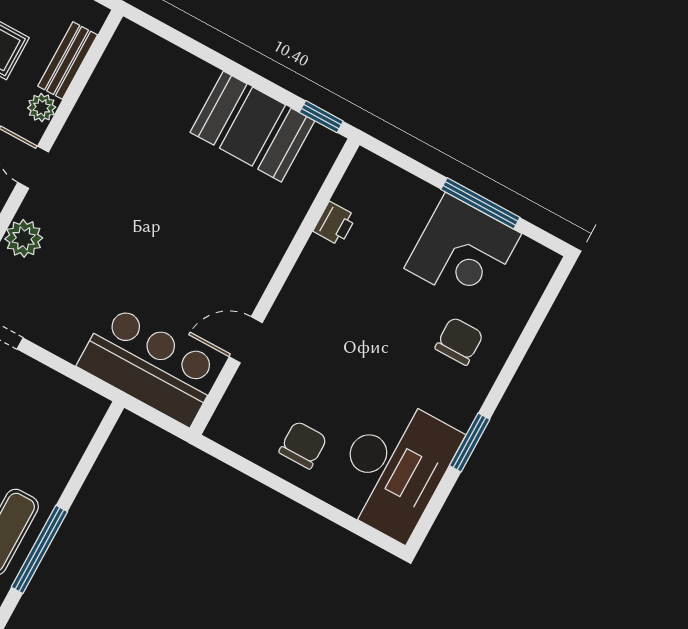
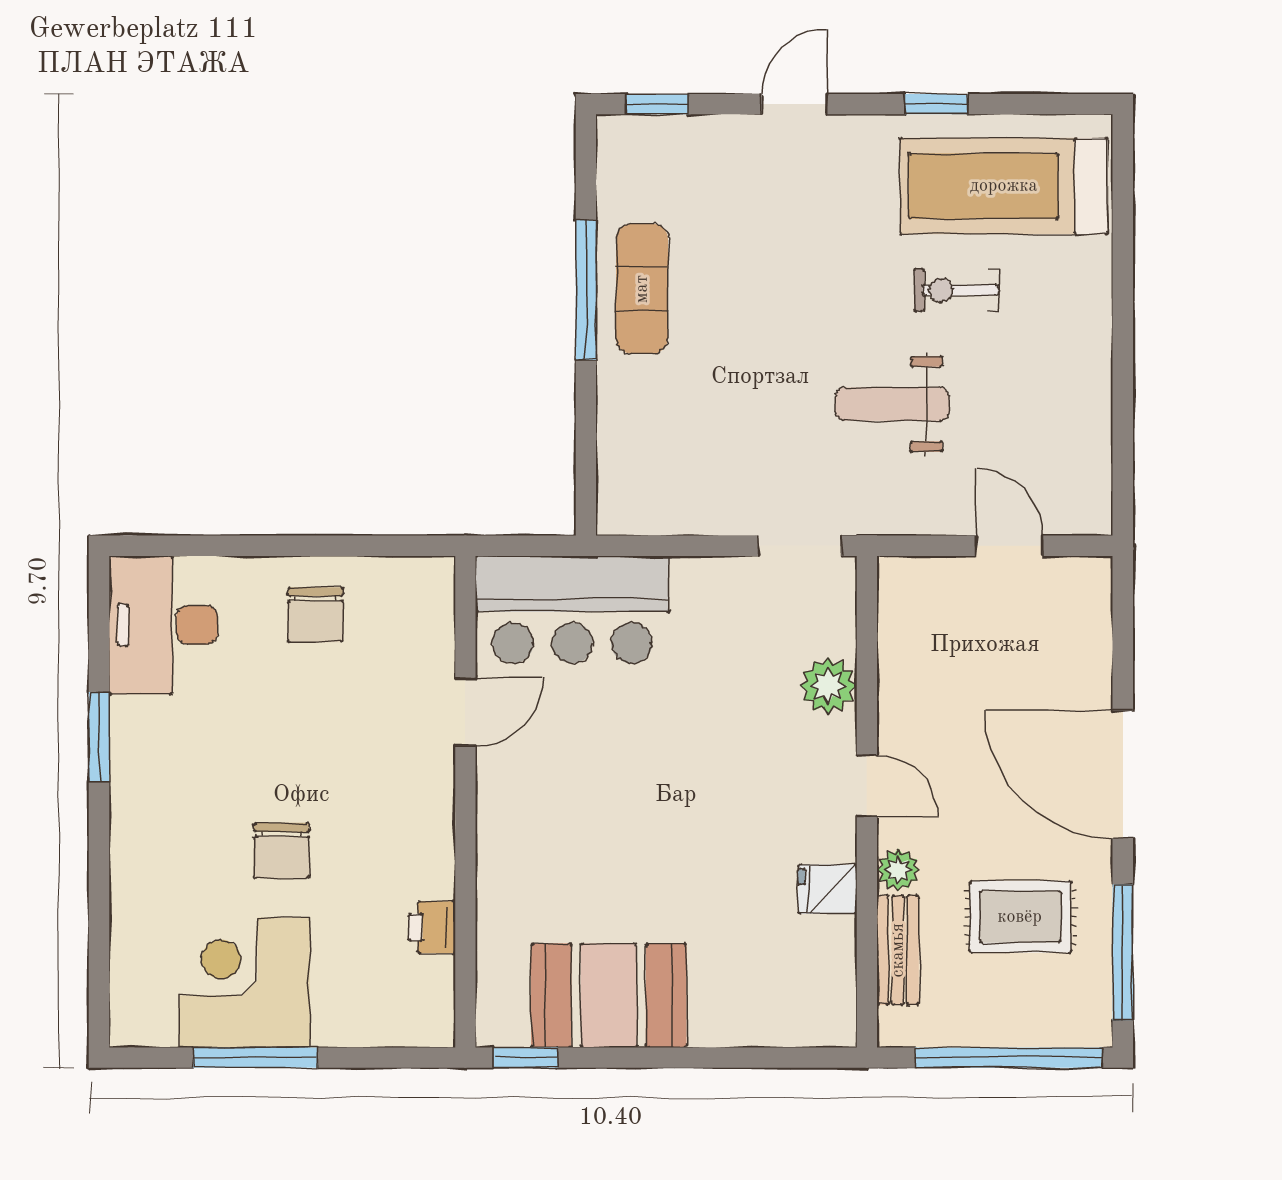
fridge: (90, 119) -> (827, 889), added
chair: (459, 341) -> (281, 851), moved
desk: (394, 468) -> (163, 625), width x0.73, depth x0.77

